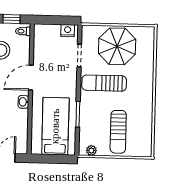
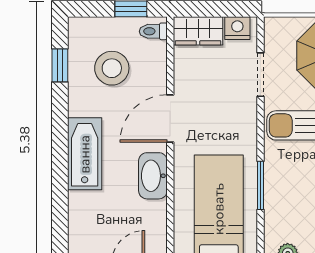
wardrobe: (47, 32) -> (198, 31), added
washbasin: (23, 102) -> (153, 176), width x1.91, depth x1.45

